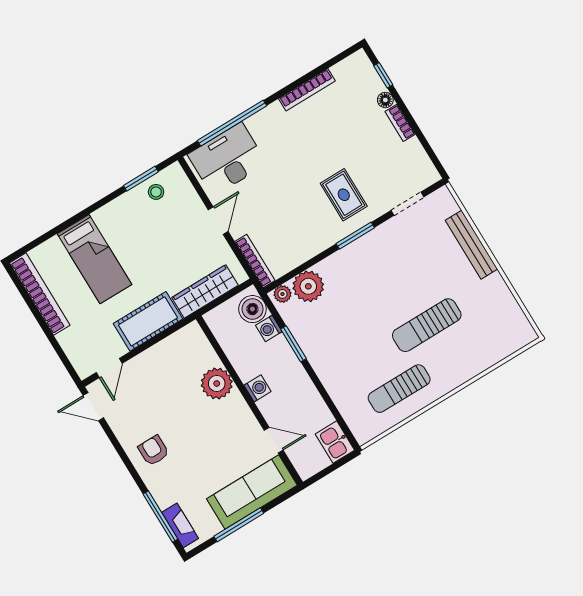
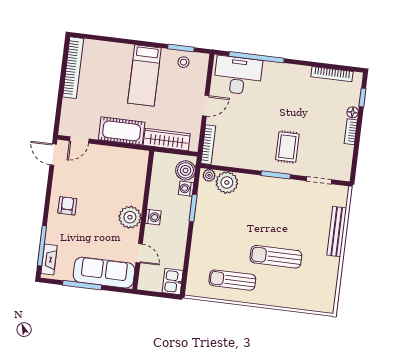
bookcase: (307, 90) -> (332, 74), moved
bed: (94, 259) -> (144, 75), moved
plant: (217, 383) -> (130, 217), moved

